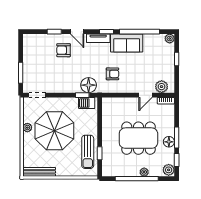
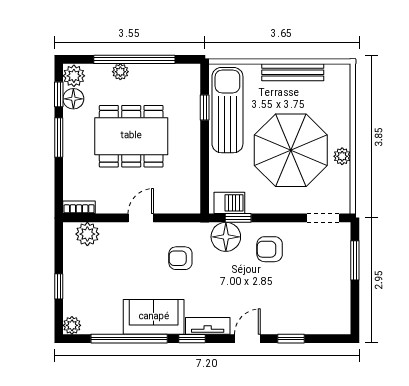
door: (77, 32) -> (247, 339), hinge flipped
armchair: (64, 50) -> (270, 249), moved, turned 180
door: (146, 95) -> (141, 218), moved
floor lamp: (169, 142) -> (73, 99), moved
sun lounger: (88, 152) -> (227, 110), width x1.36, depth x1.34
bench: (39, 172) -> (293, 72), moved

